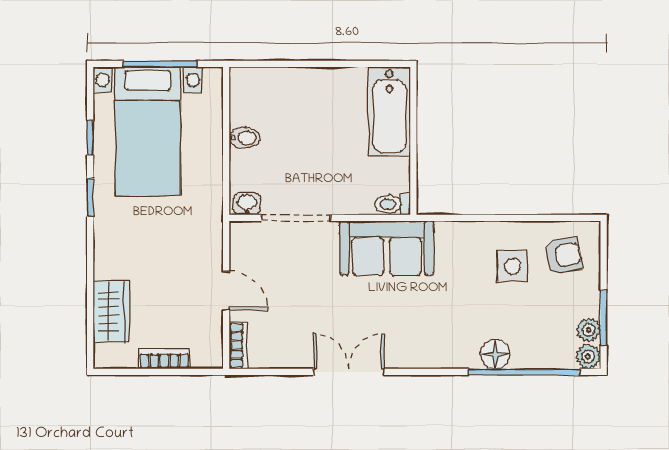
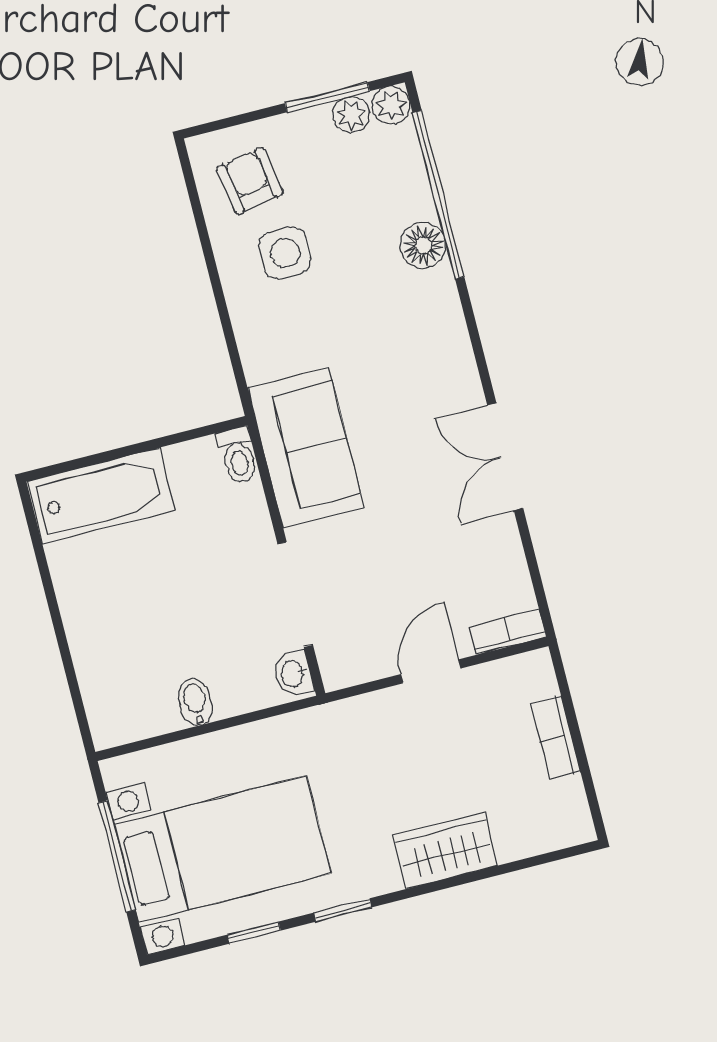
wardrobe: (111, 311) -> (446, 850), moved

